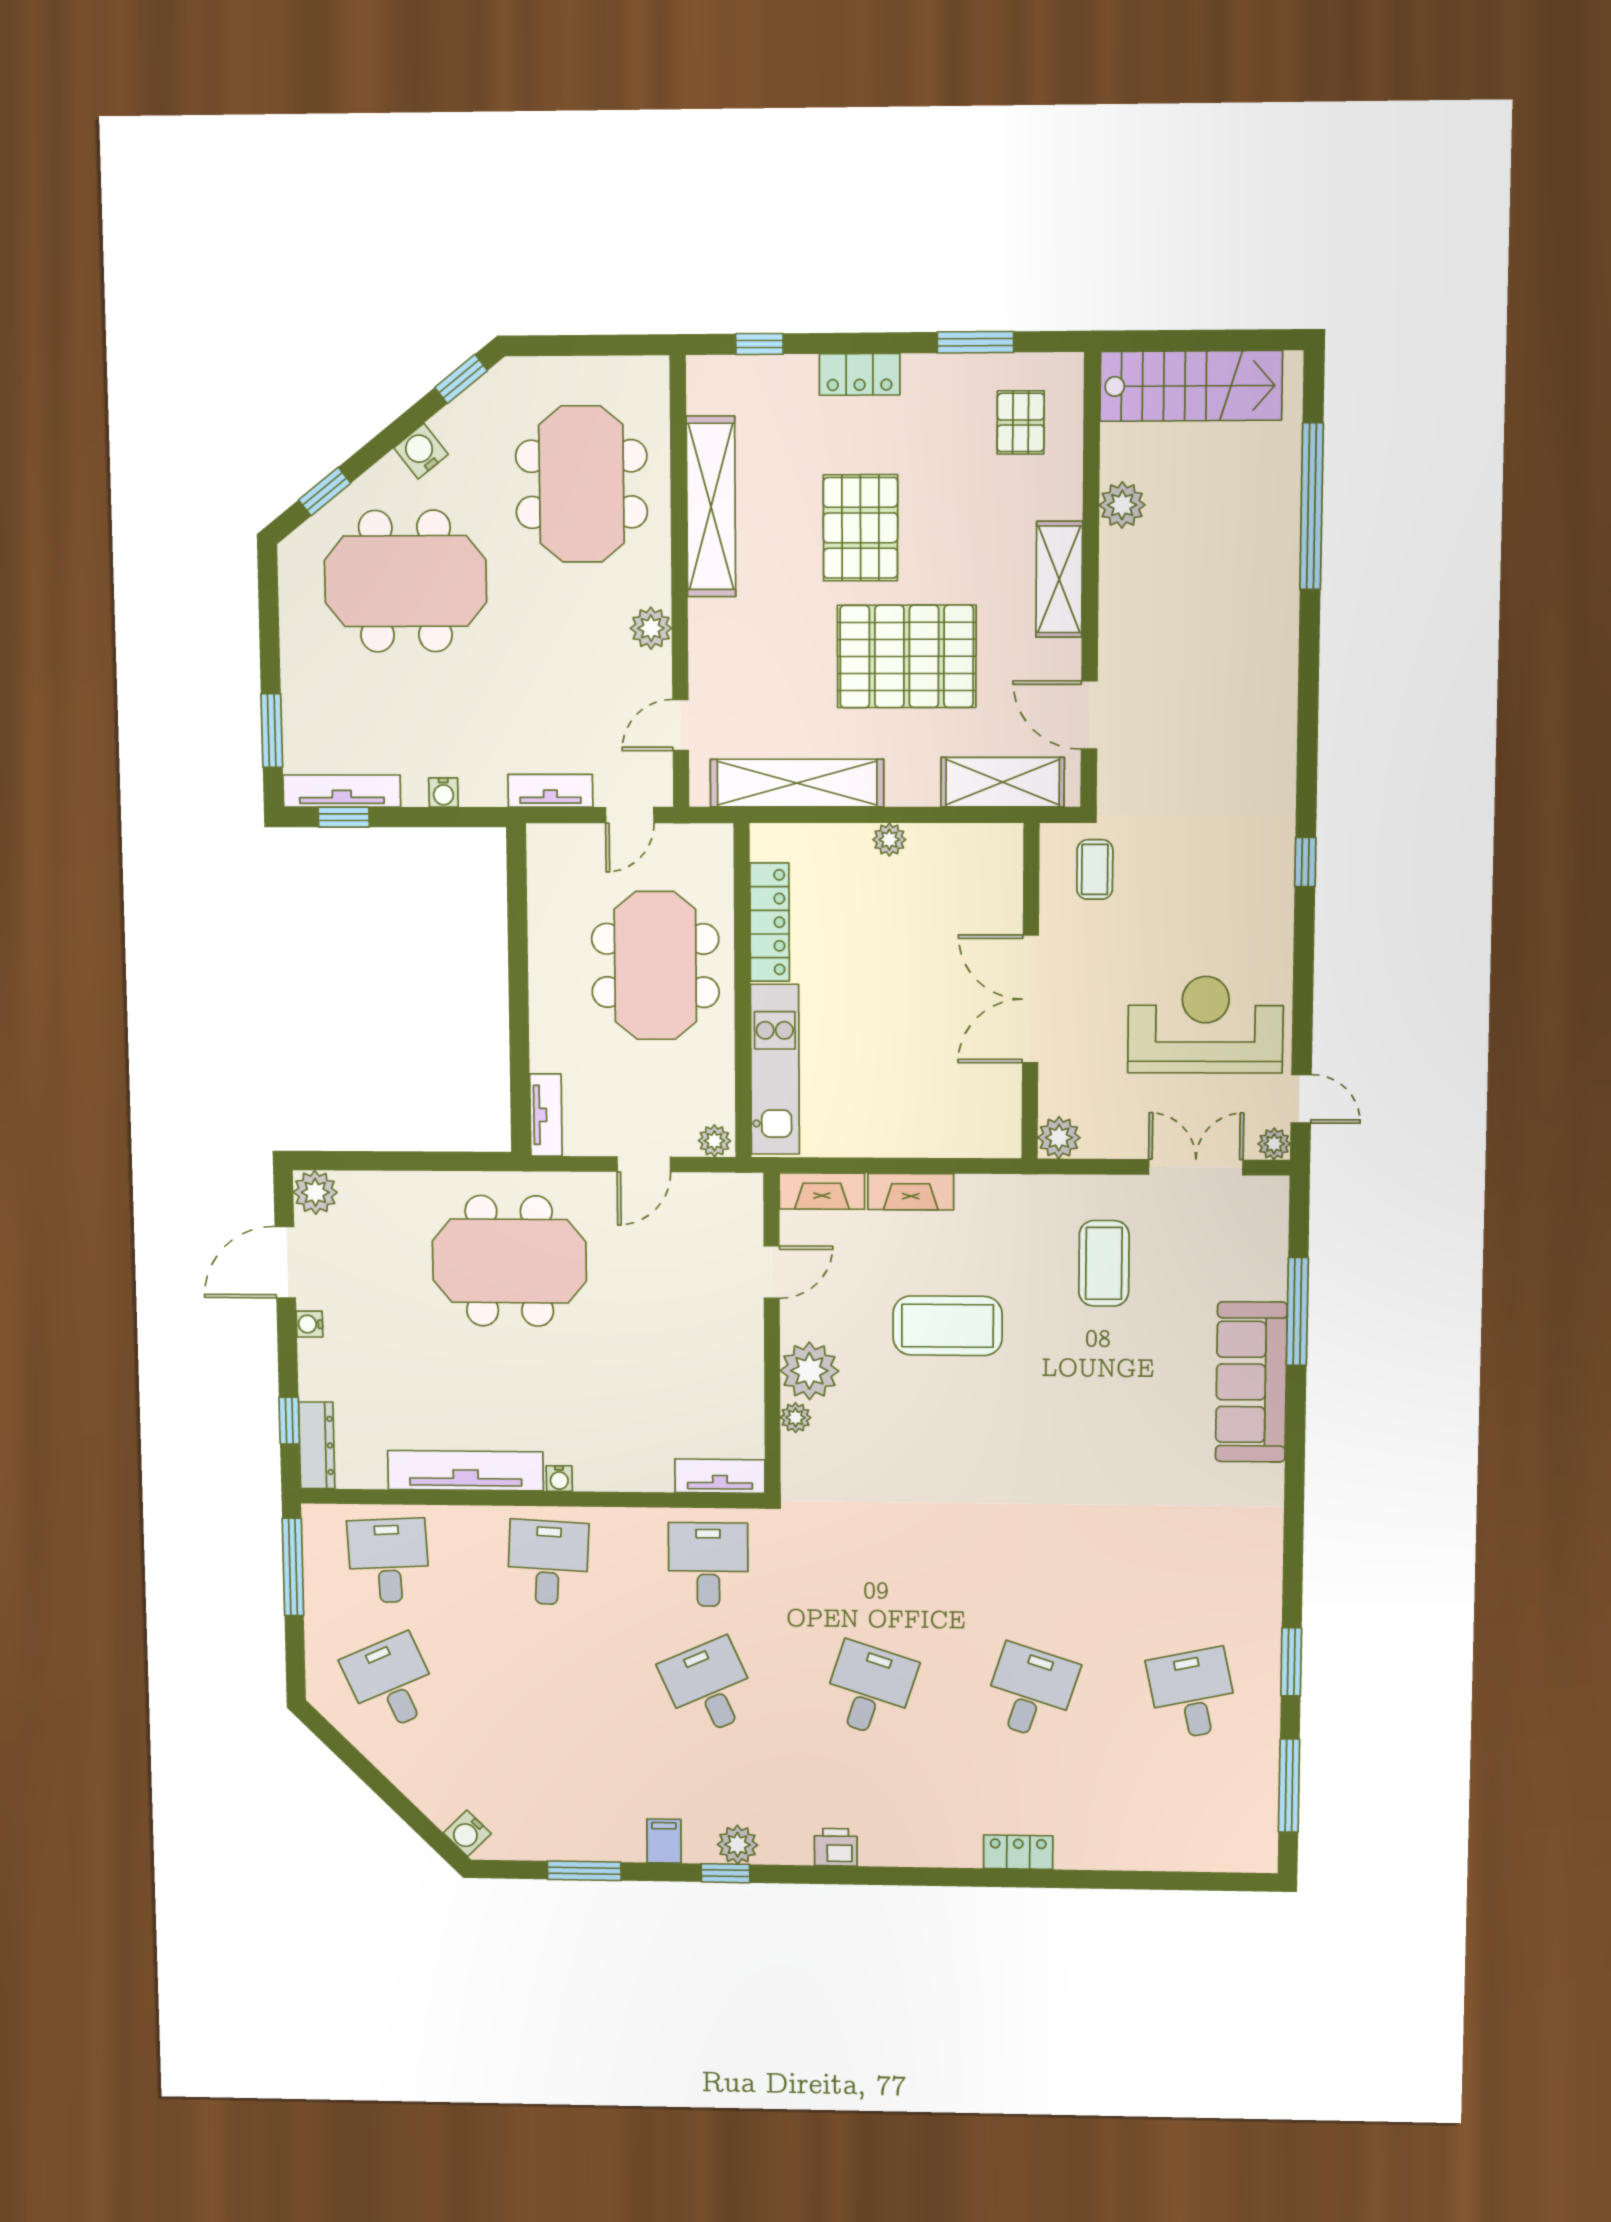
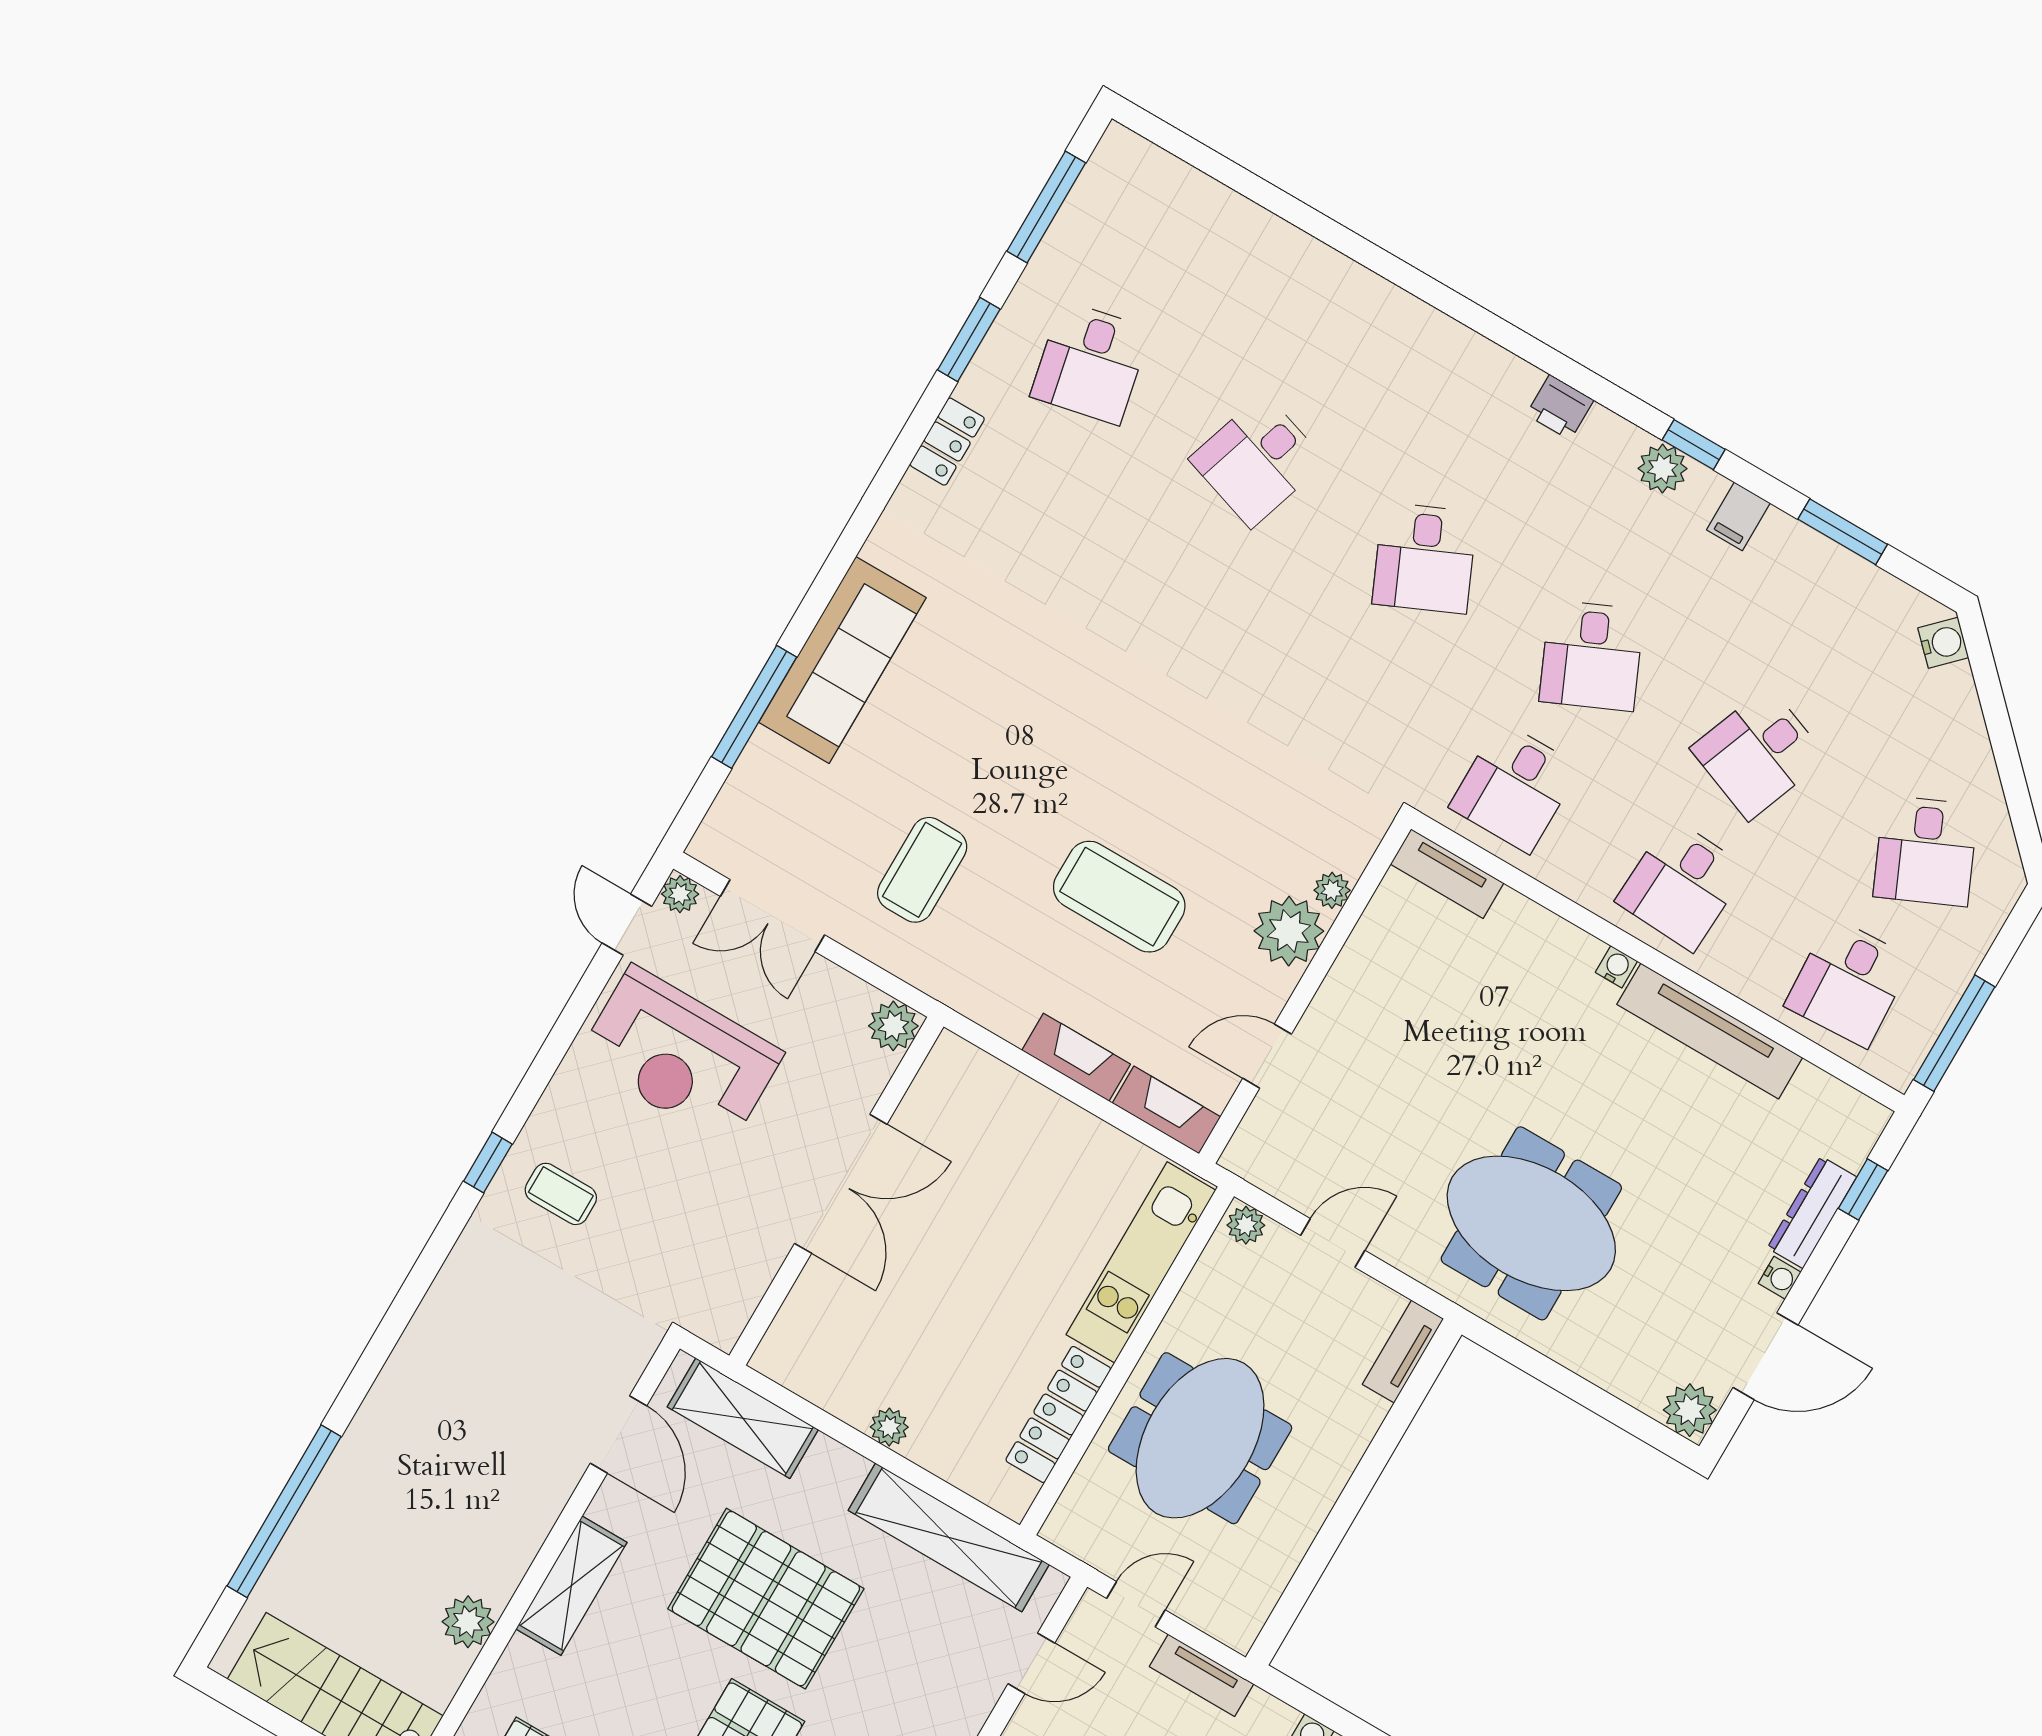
coffee table: (1095, 869) -> (561, 1194), moved, turned 90
dresser: (317, 1445) -> (1812, 1212), moved
desk: (550, 1685) -> (1759, 753), added
desk: (869, 1689) -> (1425, 558), turned -42
locker: (1018, 1852) -> (947, 442), moved, turned -90

